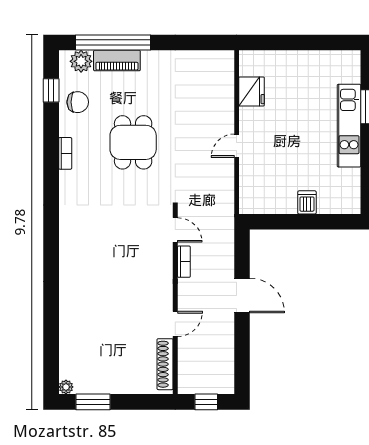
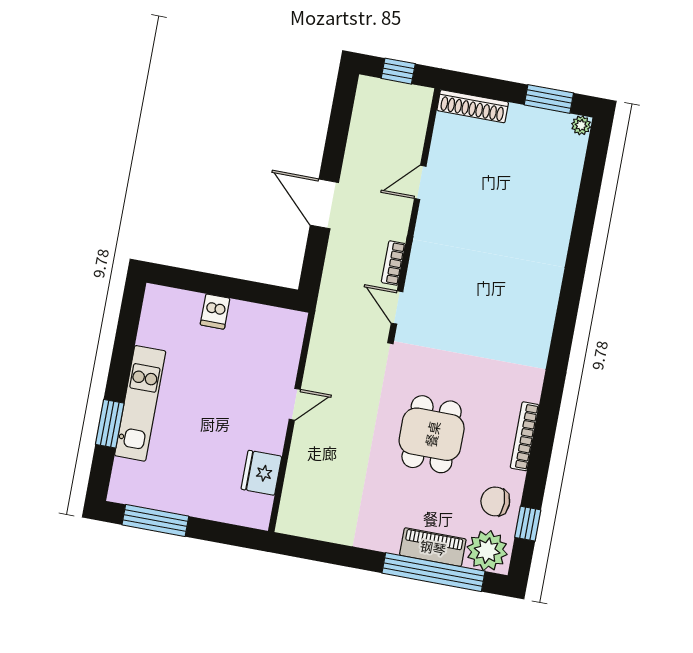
window: (322, 42) -> (155, 521), added
plant: (81, 61) -> (487, 551), width x1.36, depth x1.36
bookcase: (65, 153) -> (525, 436), width x1.56
shoe rack: (165, 364) -> (473, 106), moved, turned 90

